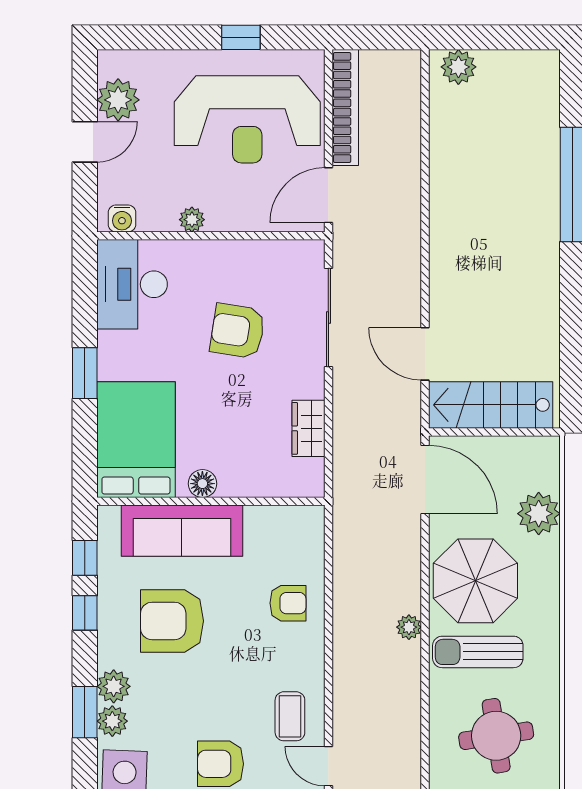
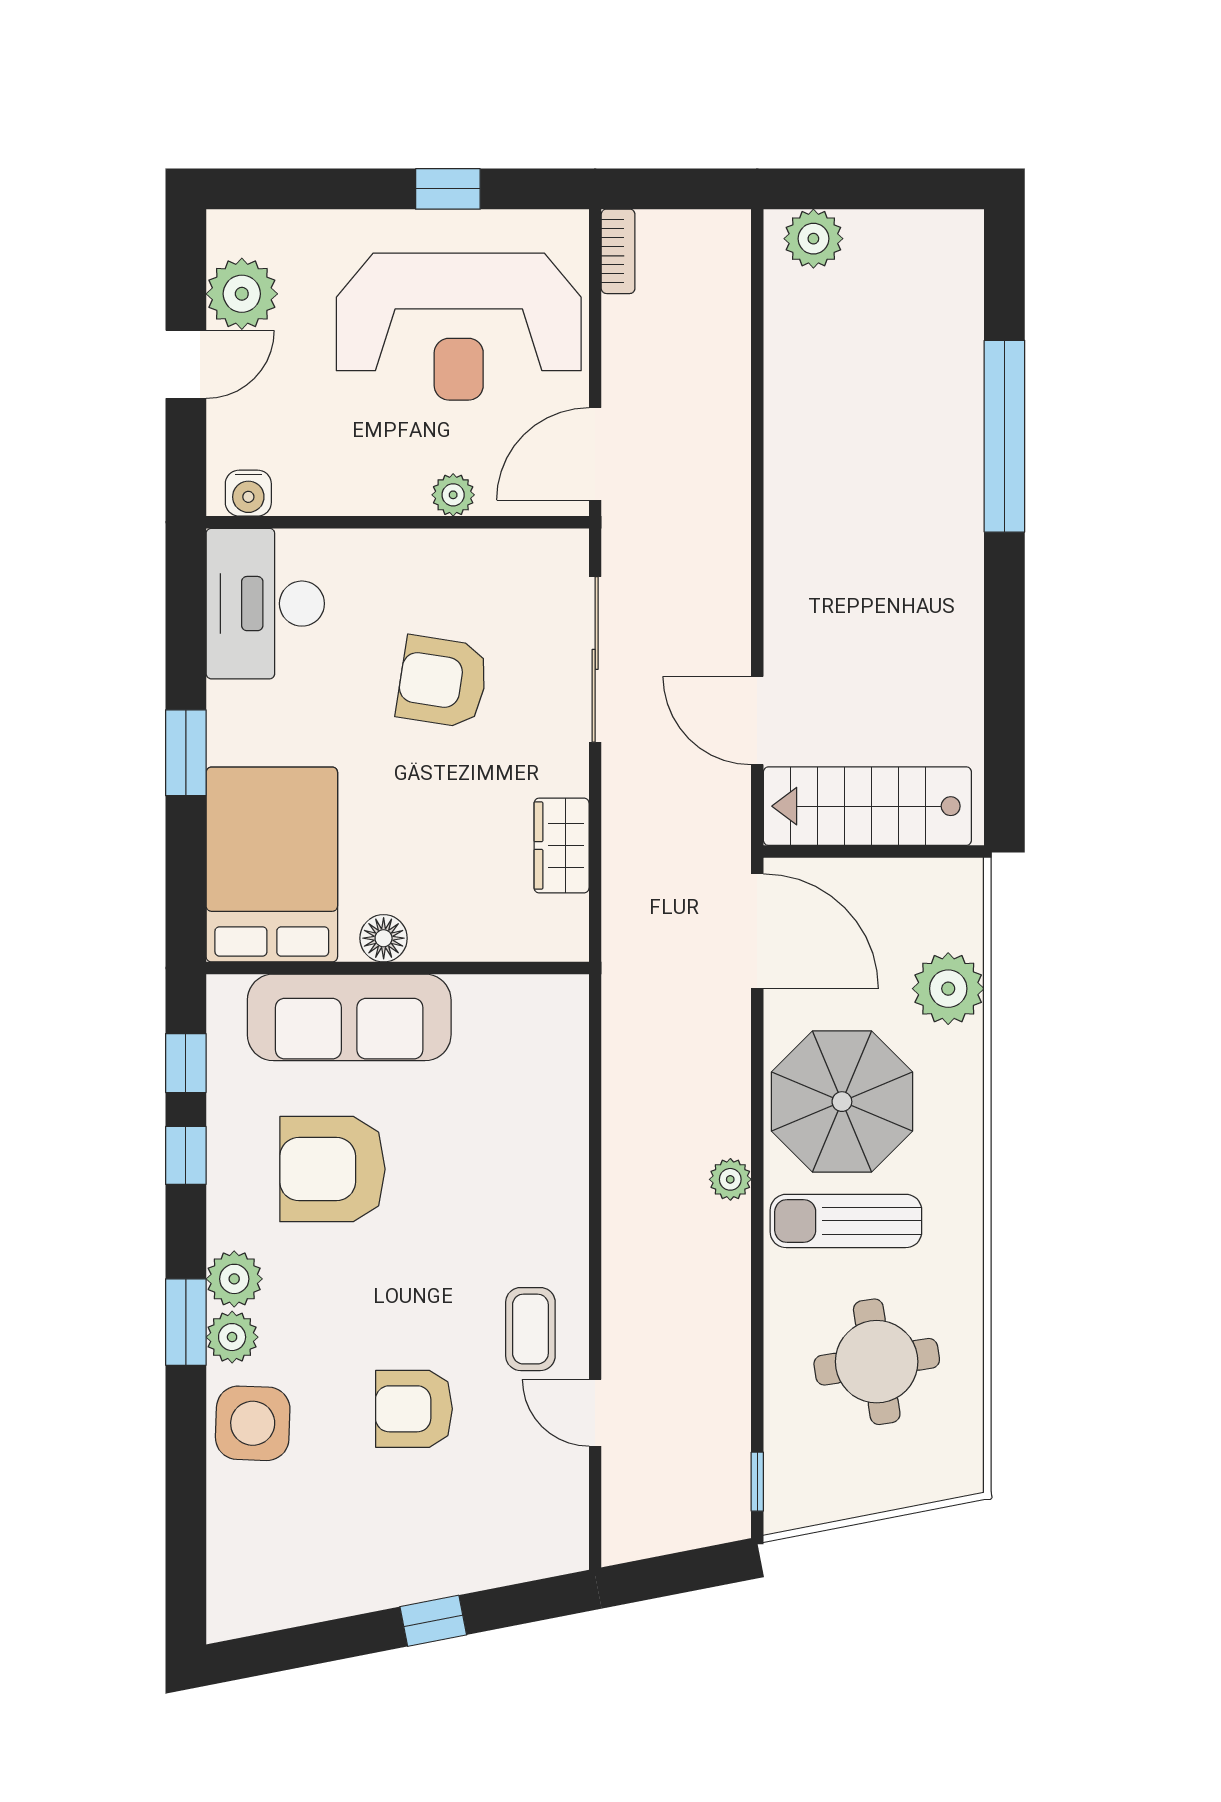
bookcase: (345, 107) -> (618, 251), width x0.43, depth x0.76
plant: (192, 220) -> (453, 495), moved
armchair: (288, 603) -> (527, 1139), removed

